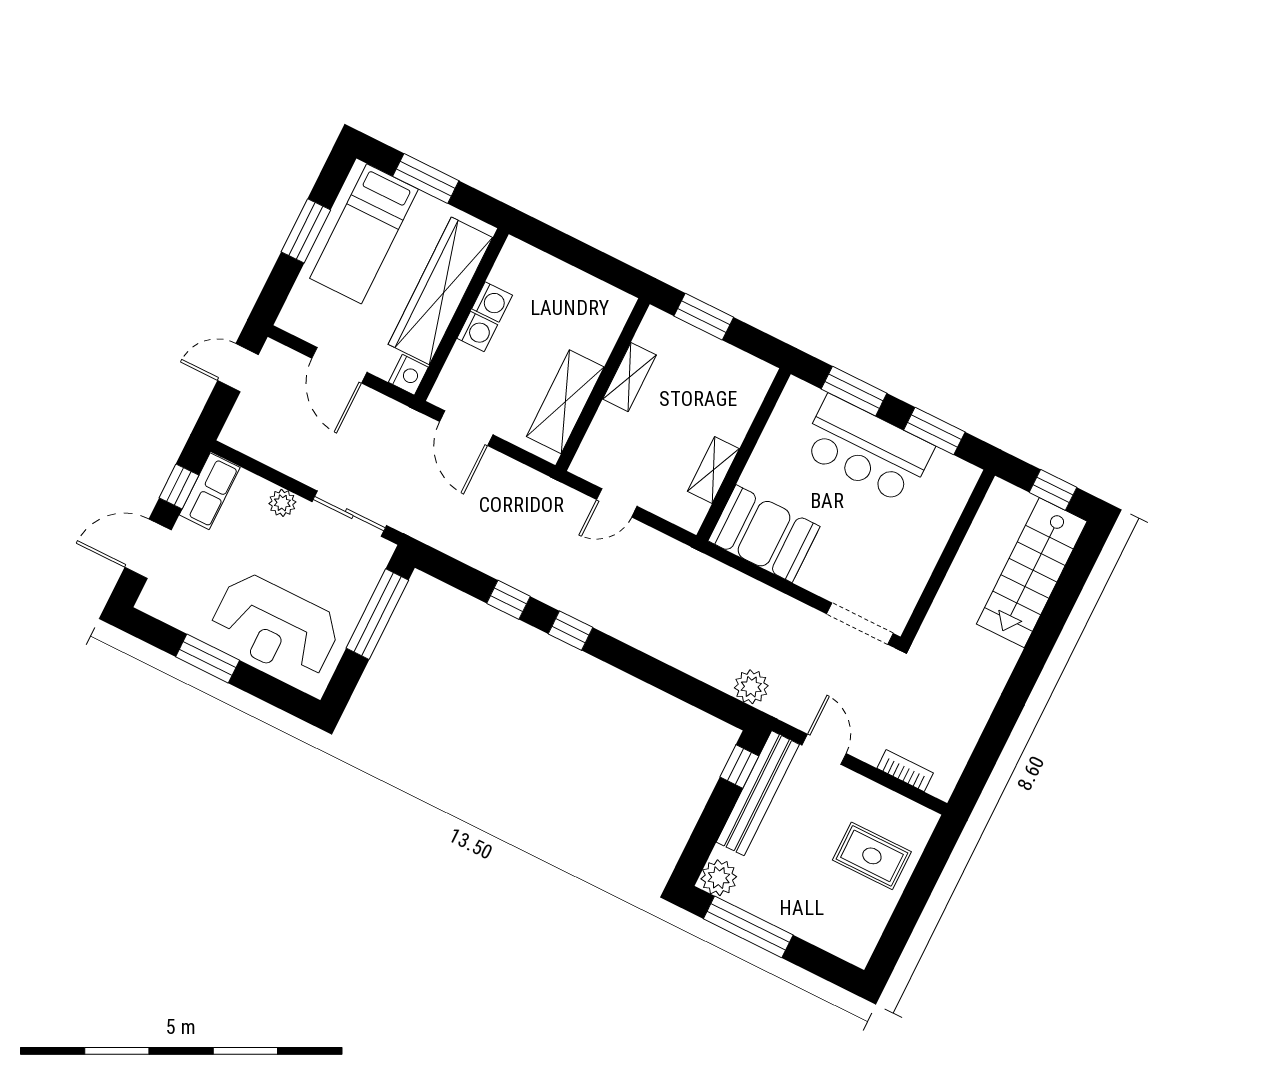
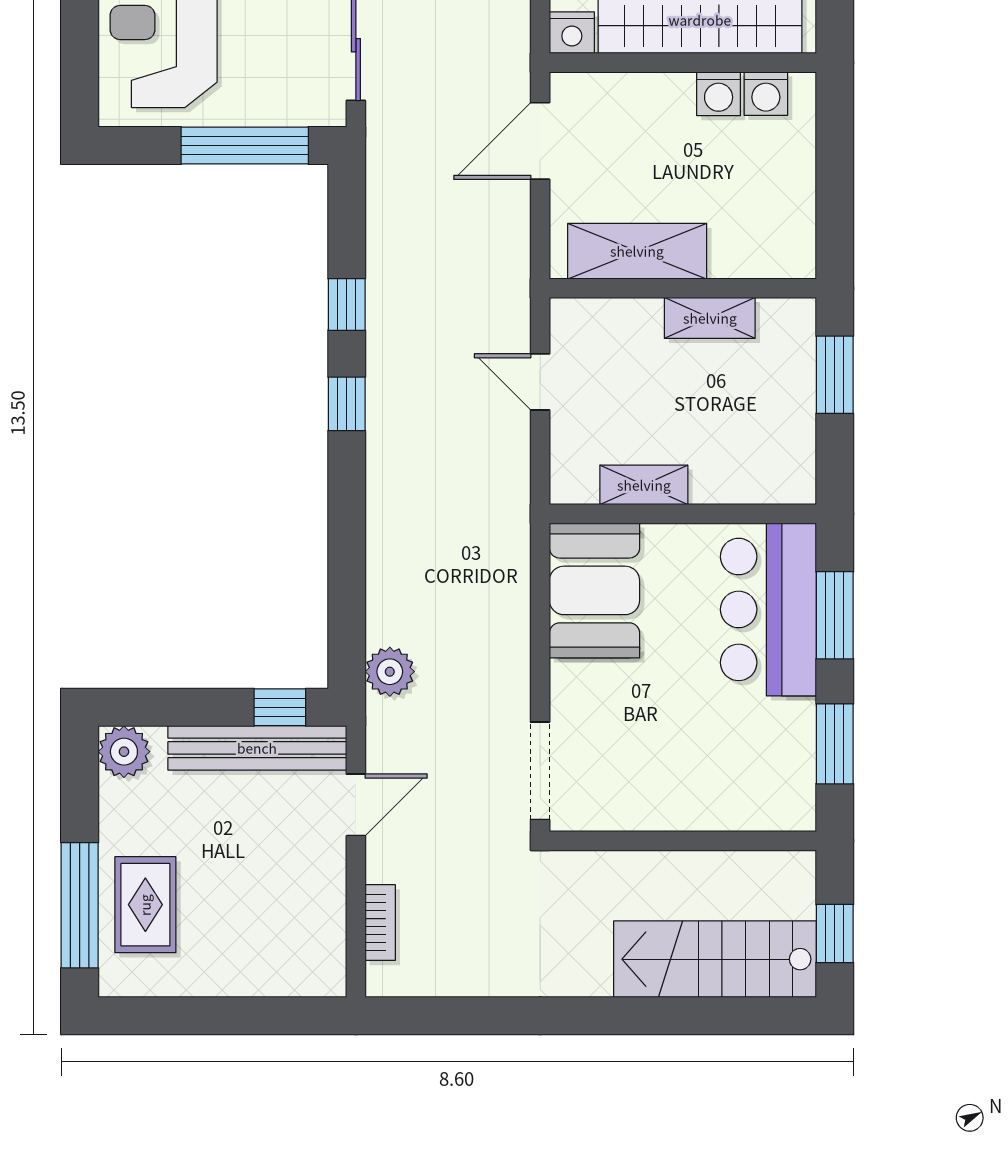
washing machine: (477, 332) -> (766, 94), moved
bar counter: (867, 449) -> (768, 609), moved
rug: (872, 856) -> (145, 905), moved
window: (748, 927) -> (80, 905), moved

